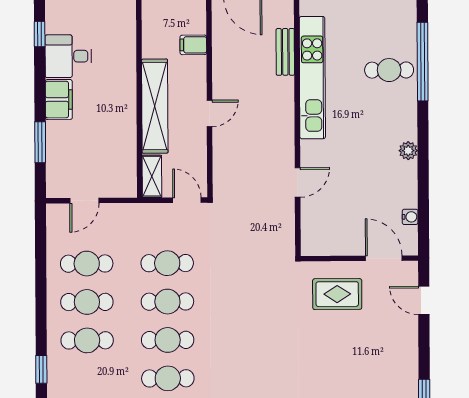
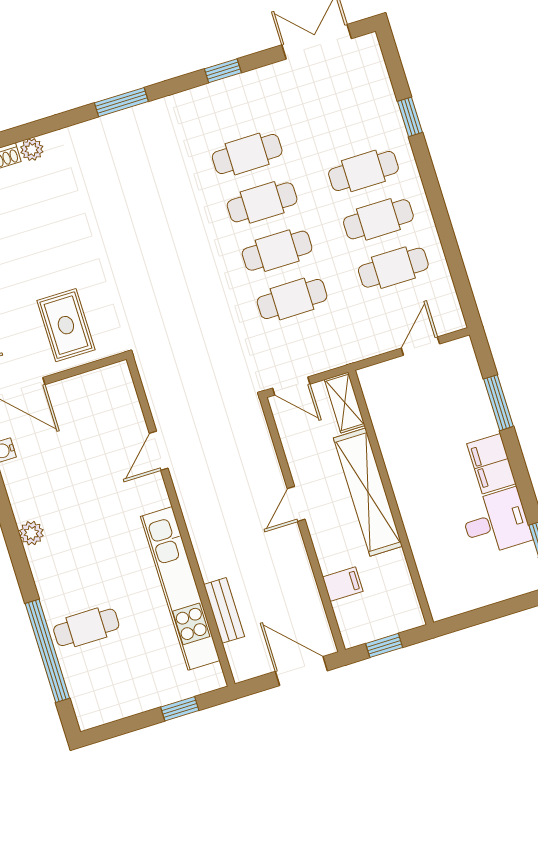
rug: (337, 294) -> (66, 325), turned 90

